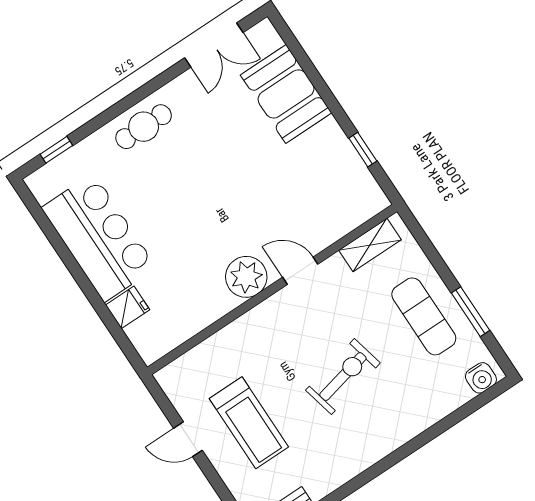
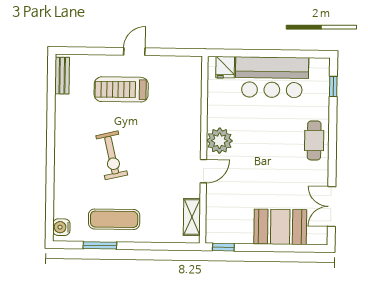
shelving: (370, 245) -> (192, 217), moved
door: (300, 271) -> (203, 171), moved
plant: (246, 277) -> (220, 141), moved
wall: (272, 289) -> (204, 150), moved

